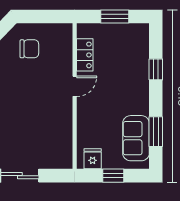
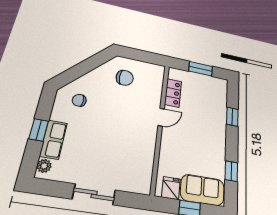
window: (156, 132) -> (231, 171), width x0.67
sofa: (136, 138) -> (202, 190), moved, turned 90

